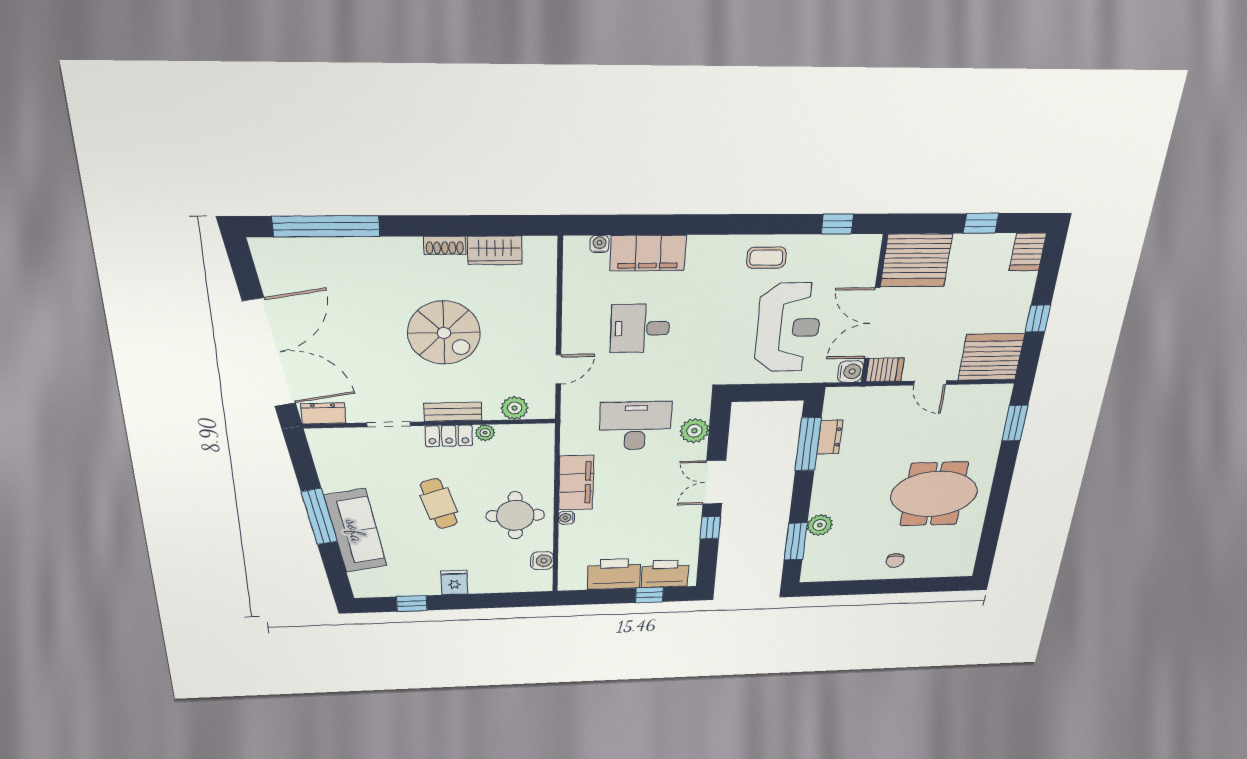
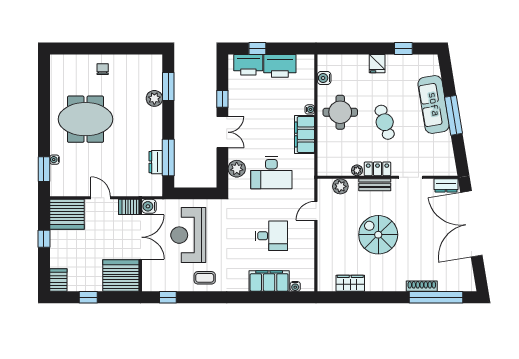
shoe rack: (445, 245) -> (422, 286), moved, width x1.43
water cooler: (995, 437) -> (54, 160), added

